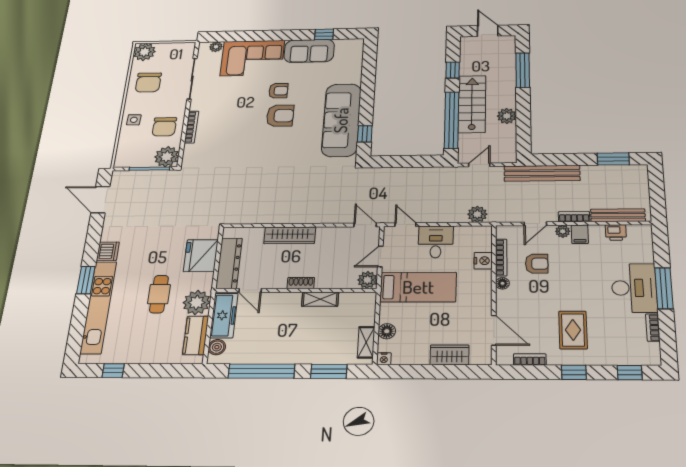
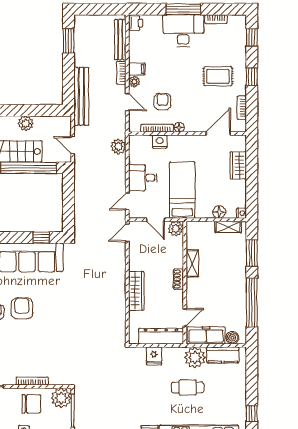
printer: (616, 232) -> (136, 23), moved
fridge: (201, 256) -> (154, 356), width x0.53, depth x0.75

